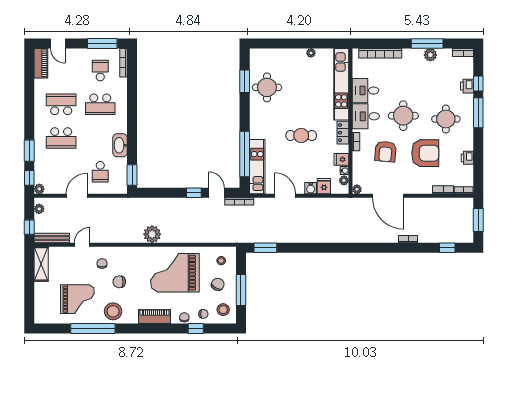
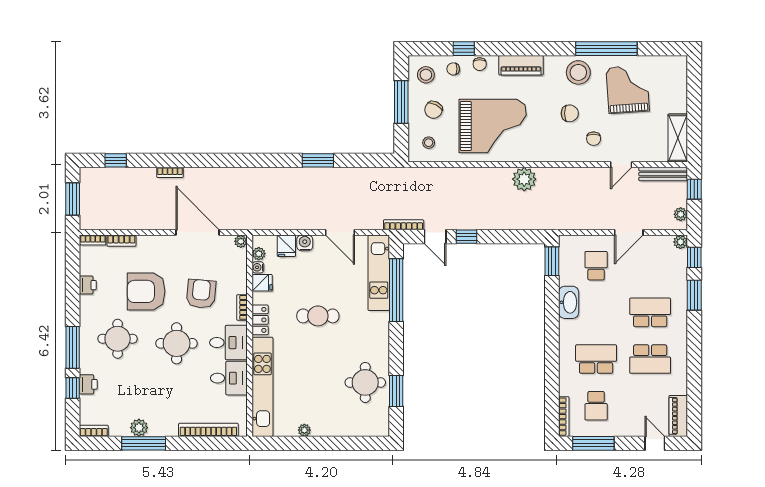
window: (265, 248) -> (318, 160), moved
grand piano: (77, 299) -> (628, 89), turned 86

